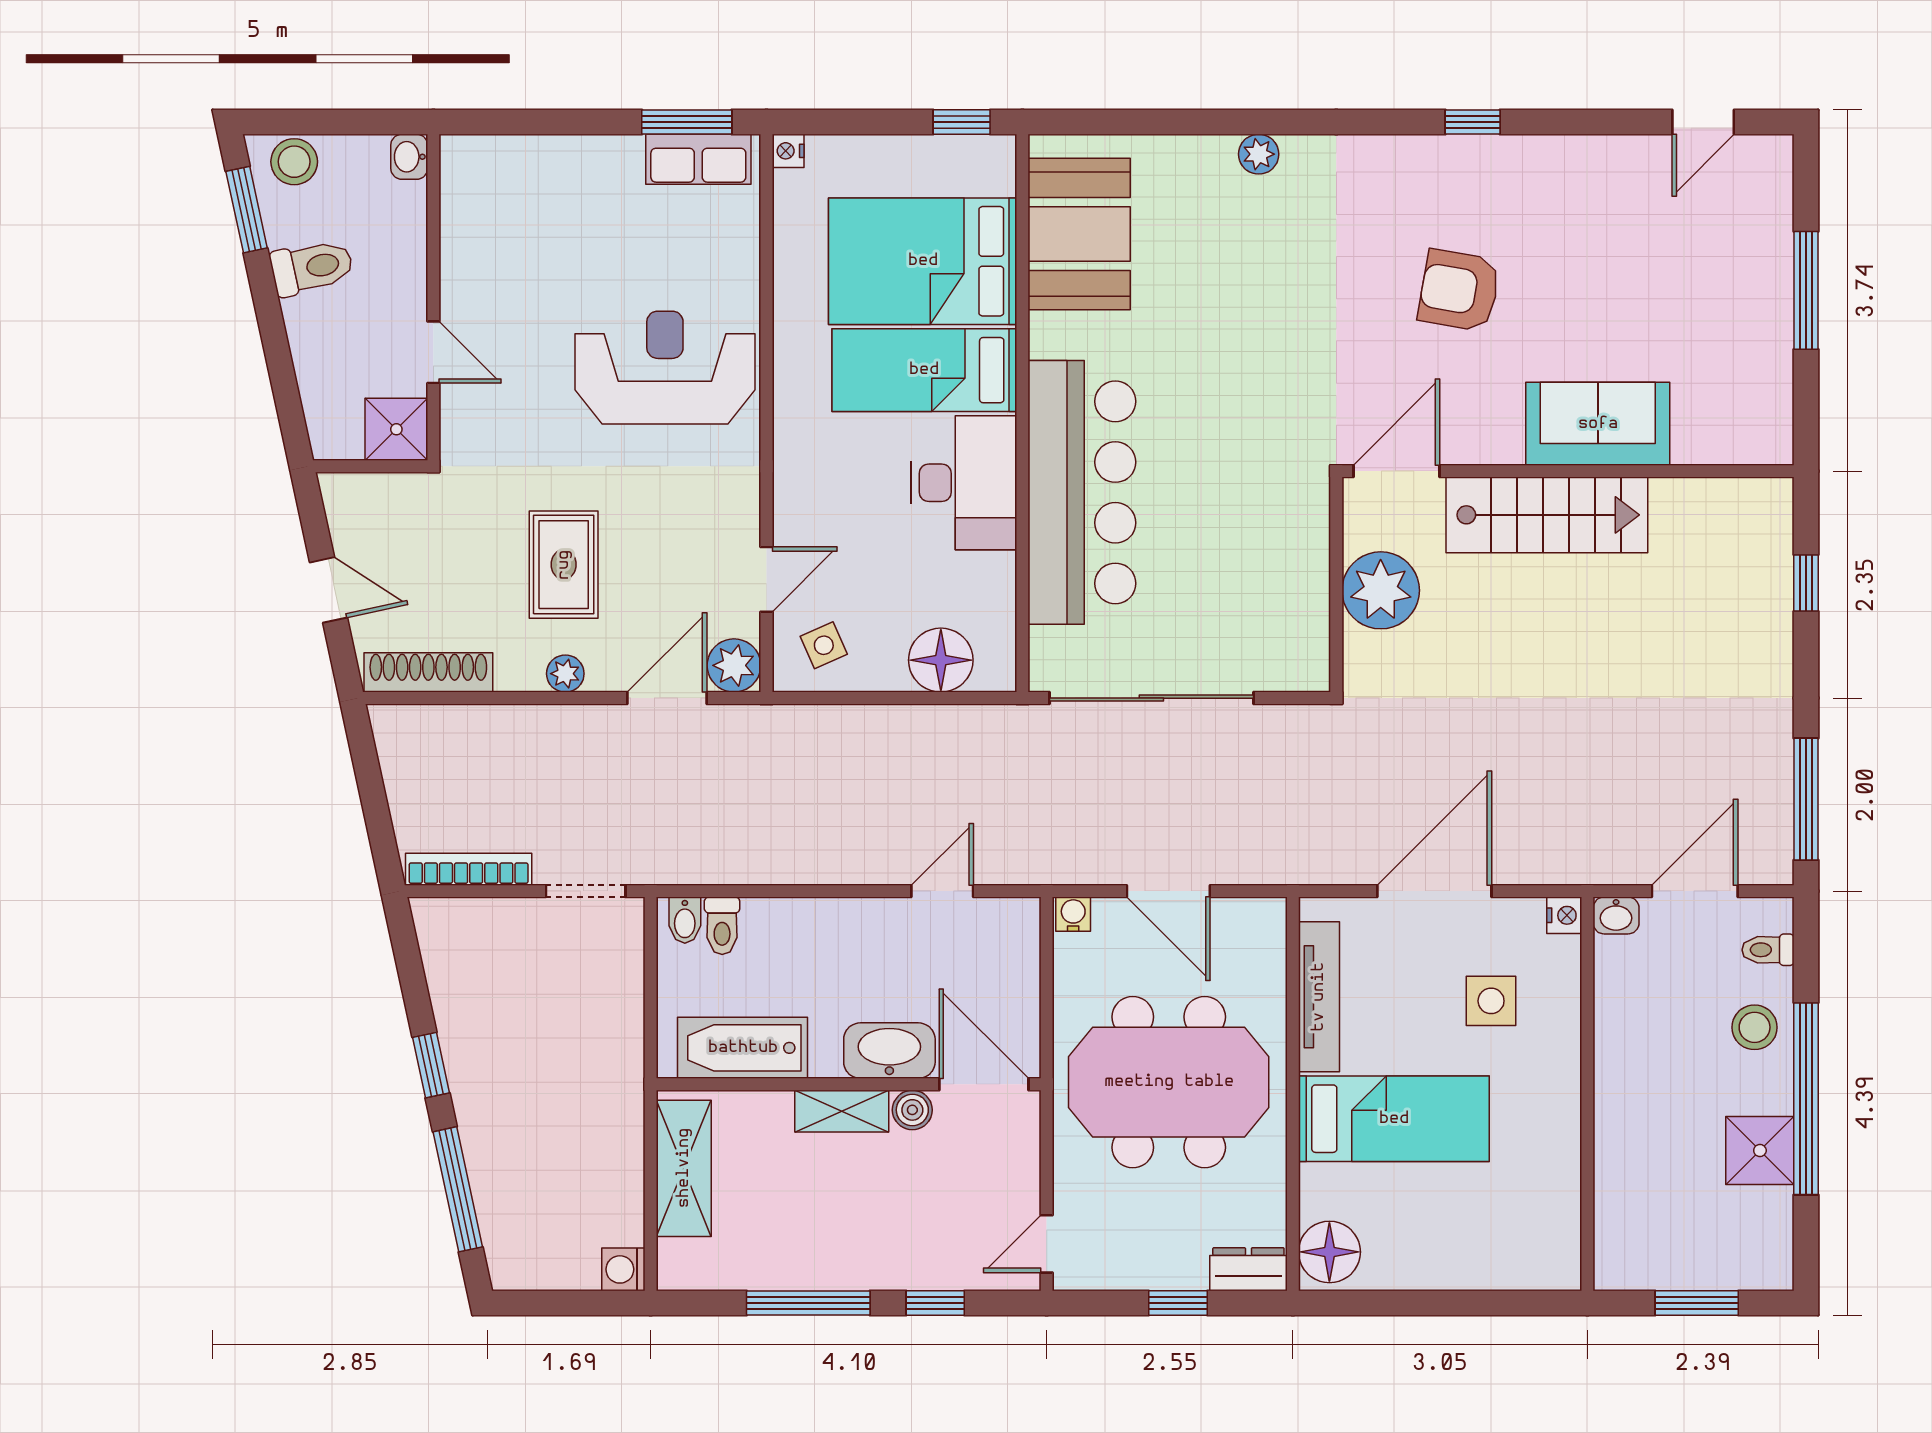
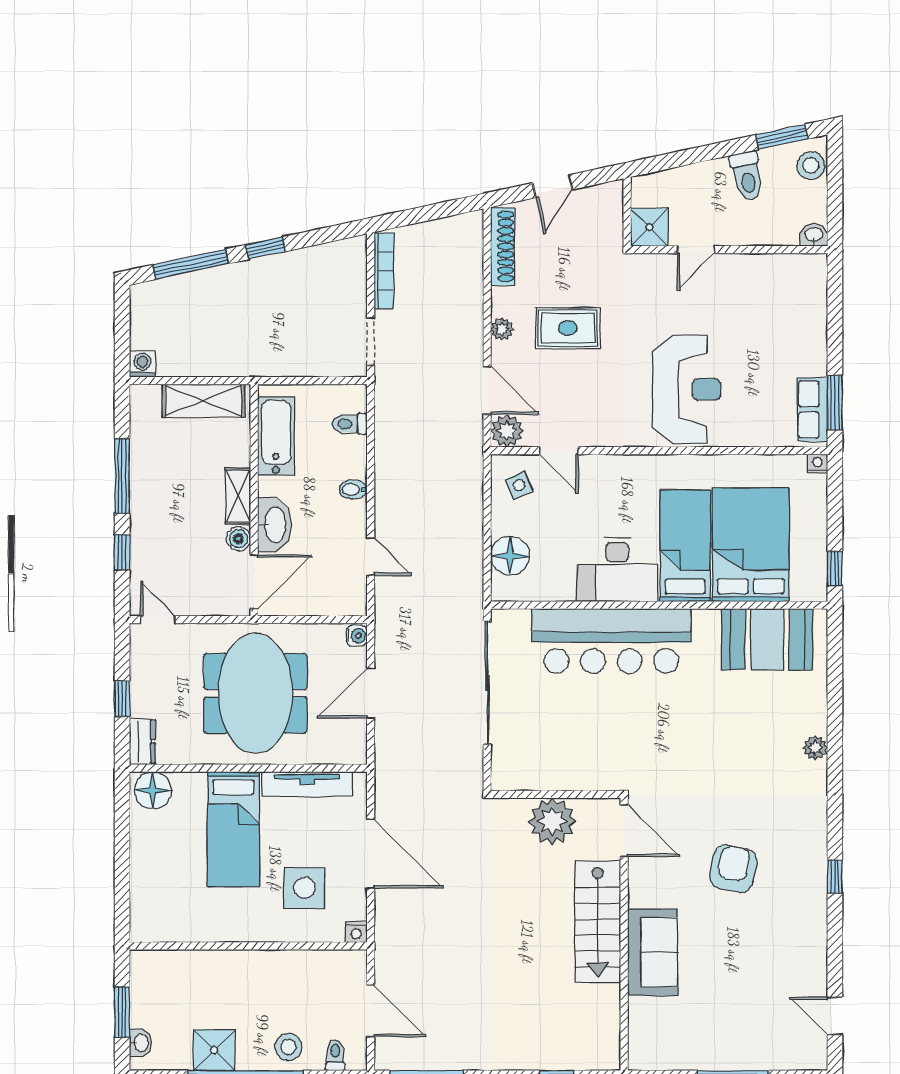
washbasin: (1616, 915) -> (141, 1043), moved, turned 180
bidet: (685, 920) -> (353, 489), moved
side table: (1491, 1001) -> (304, 888), width x1.37, depth x1.37

